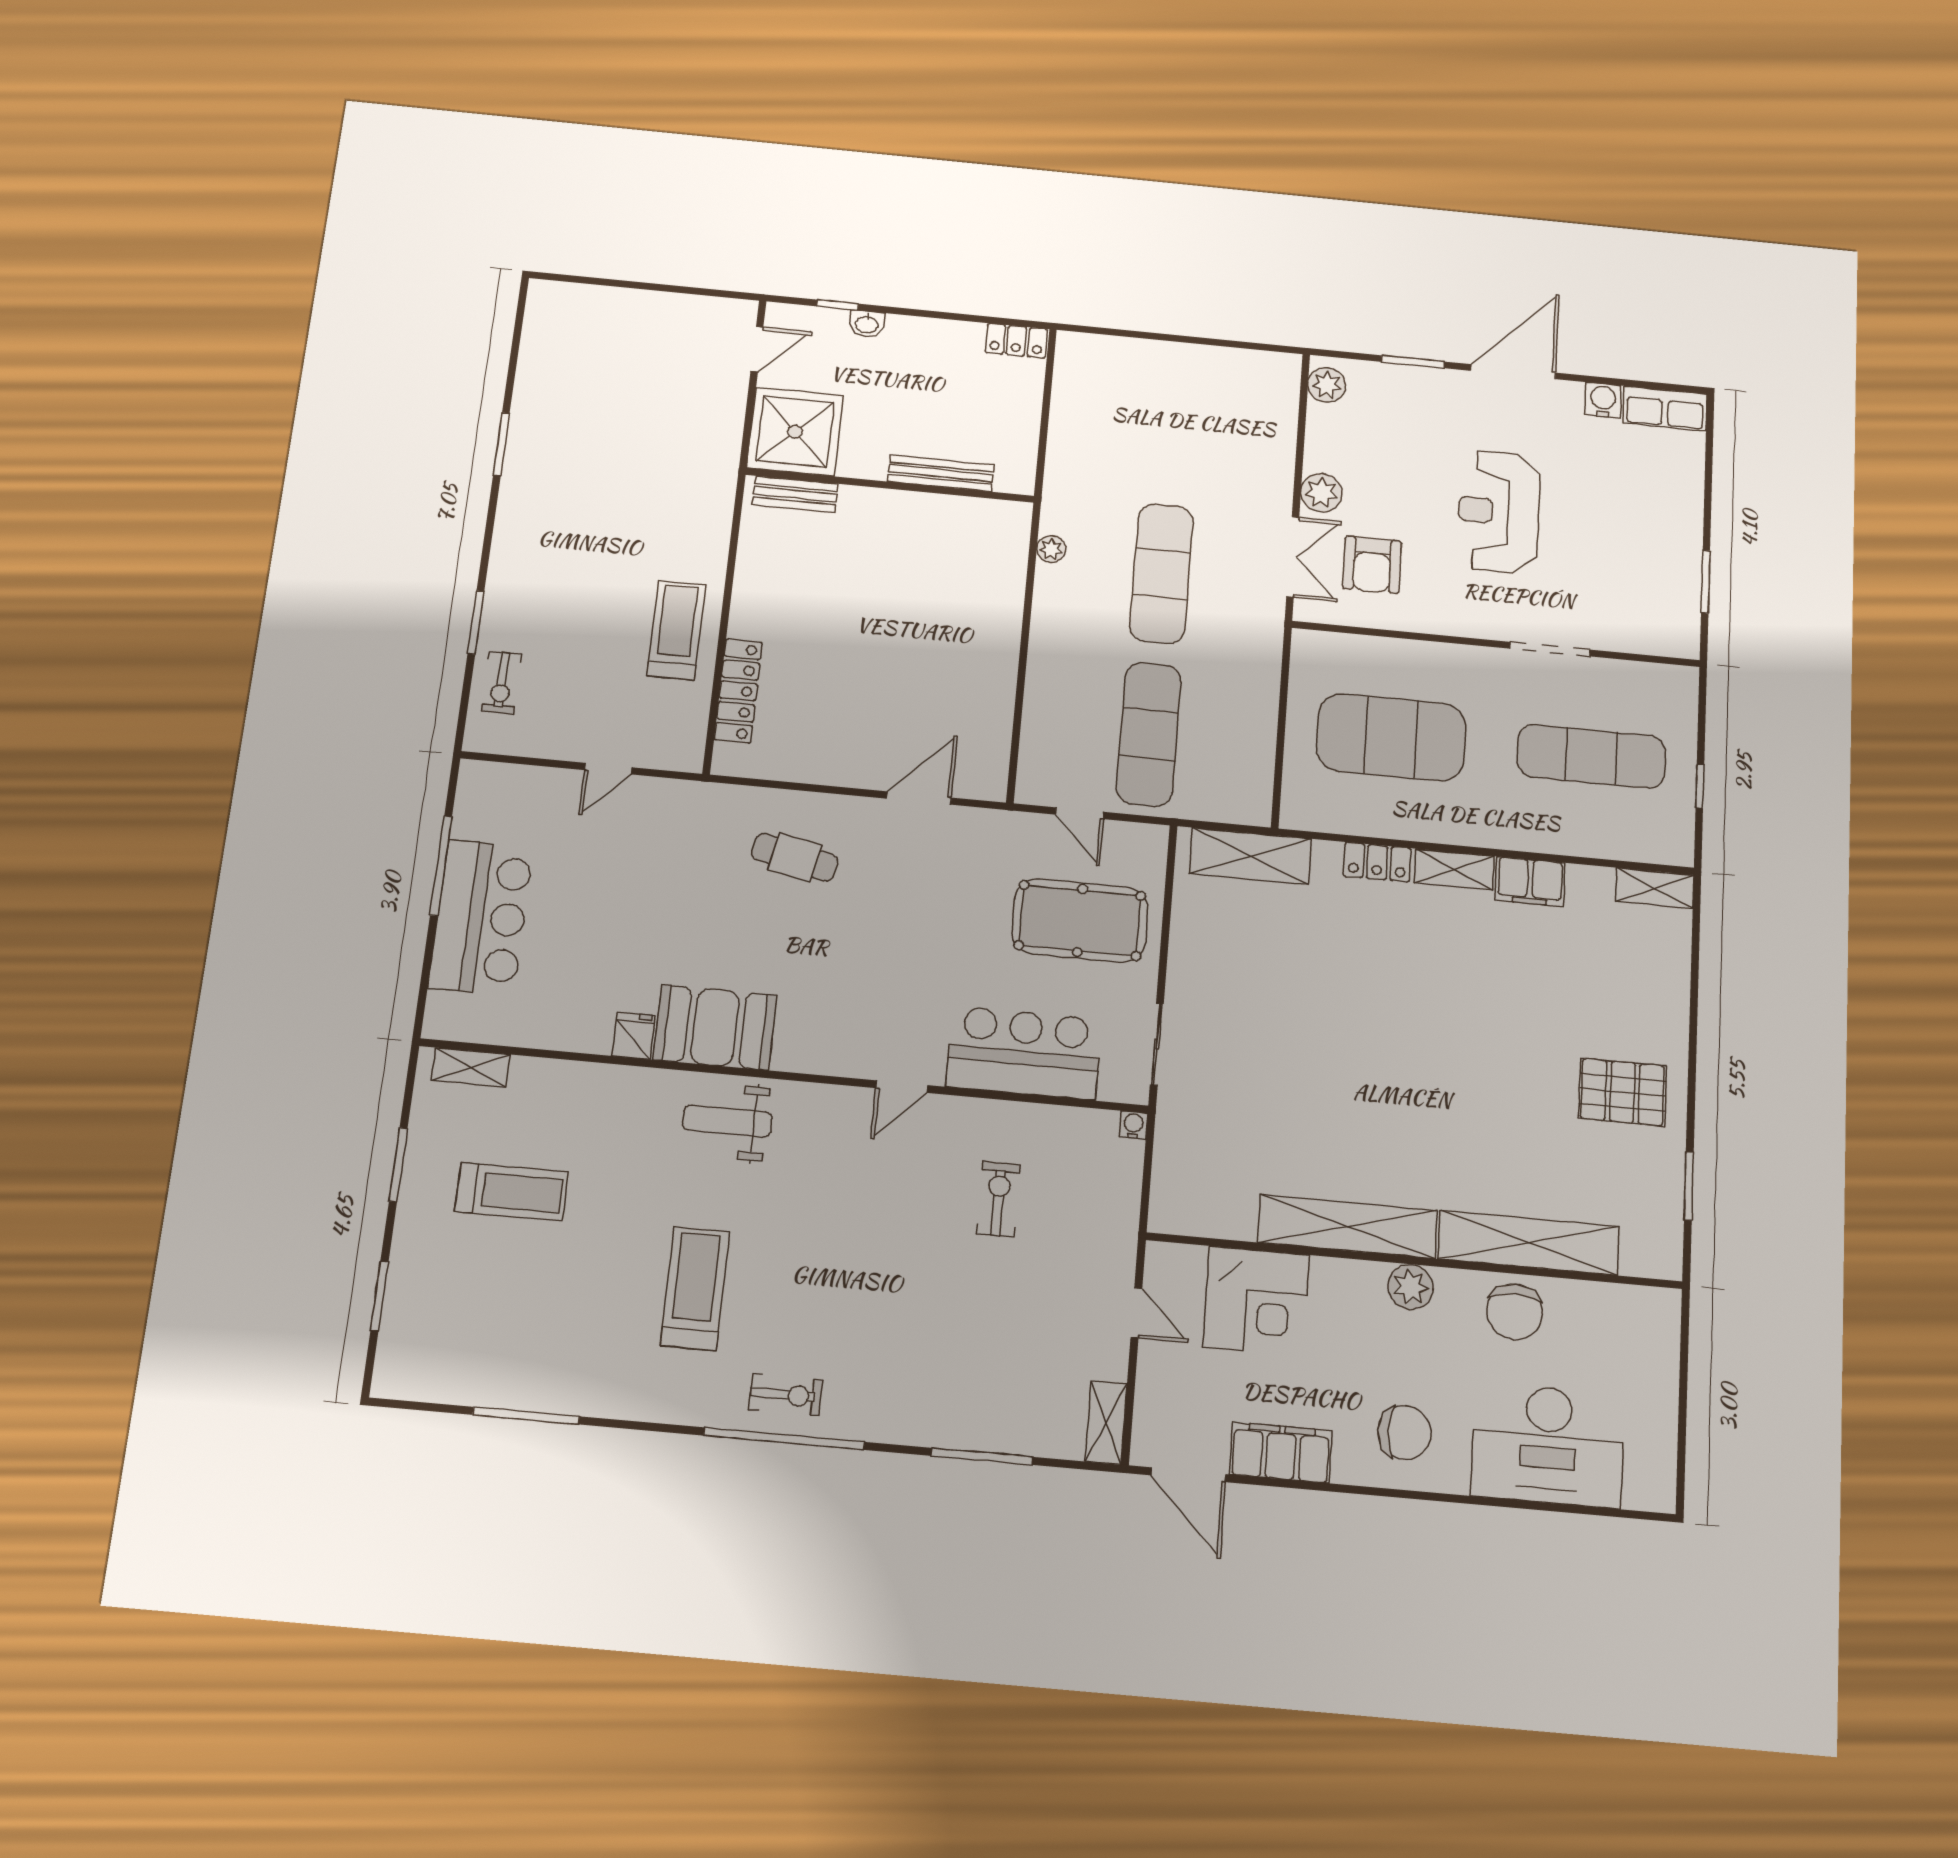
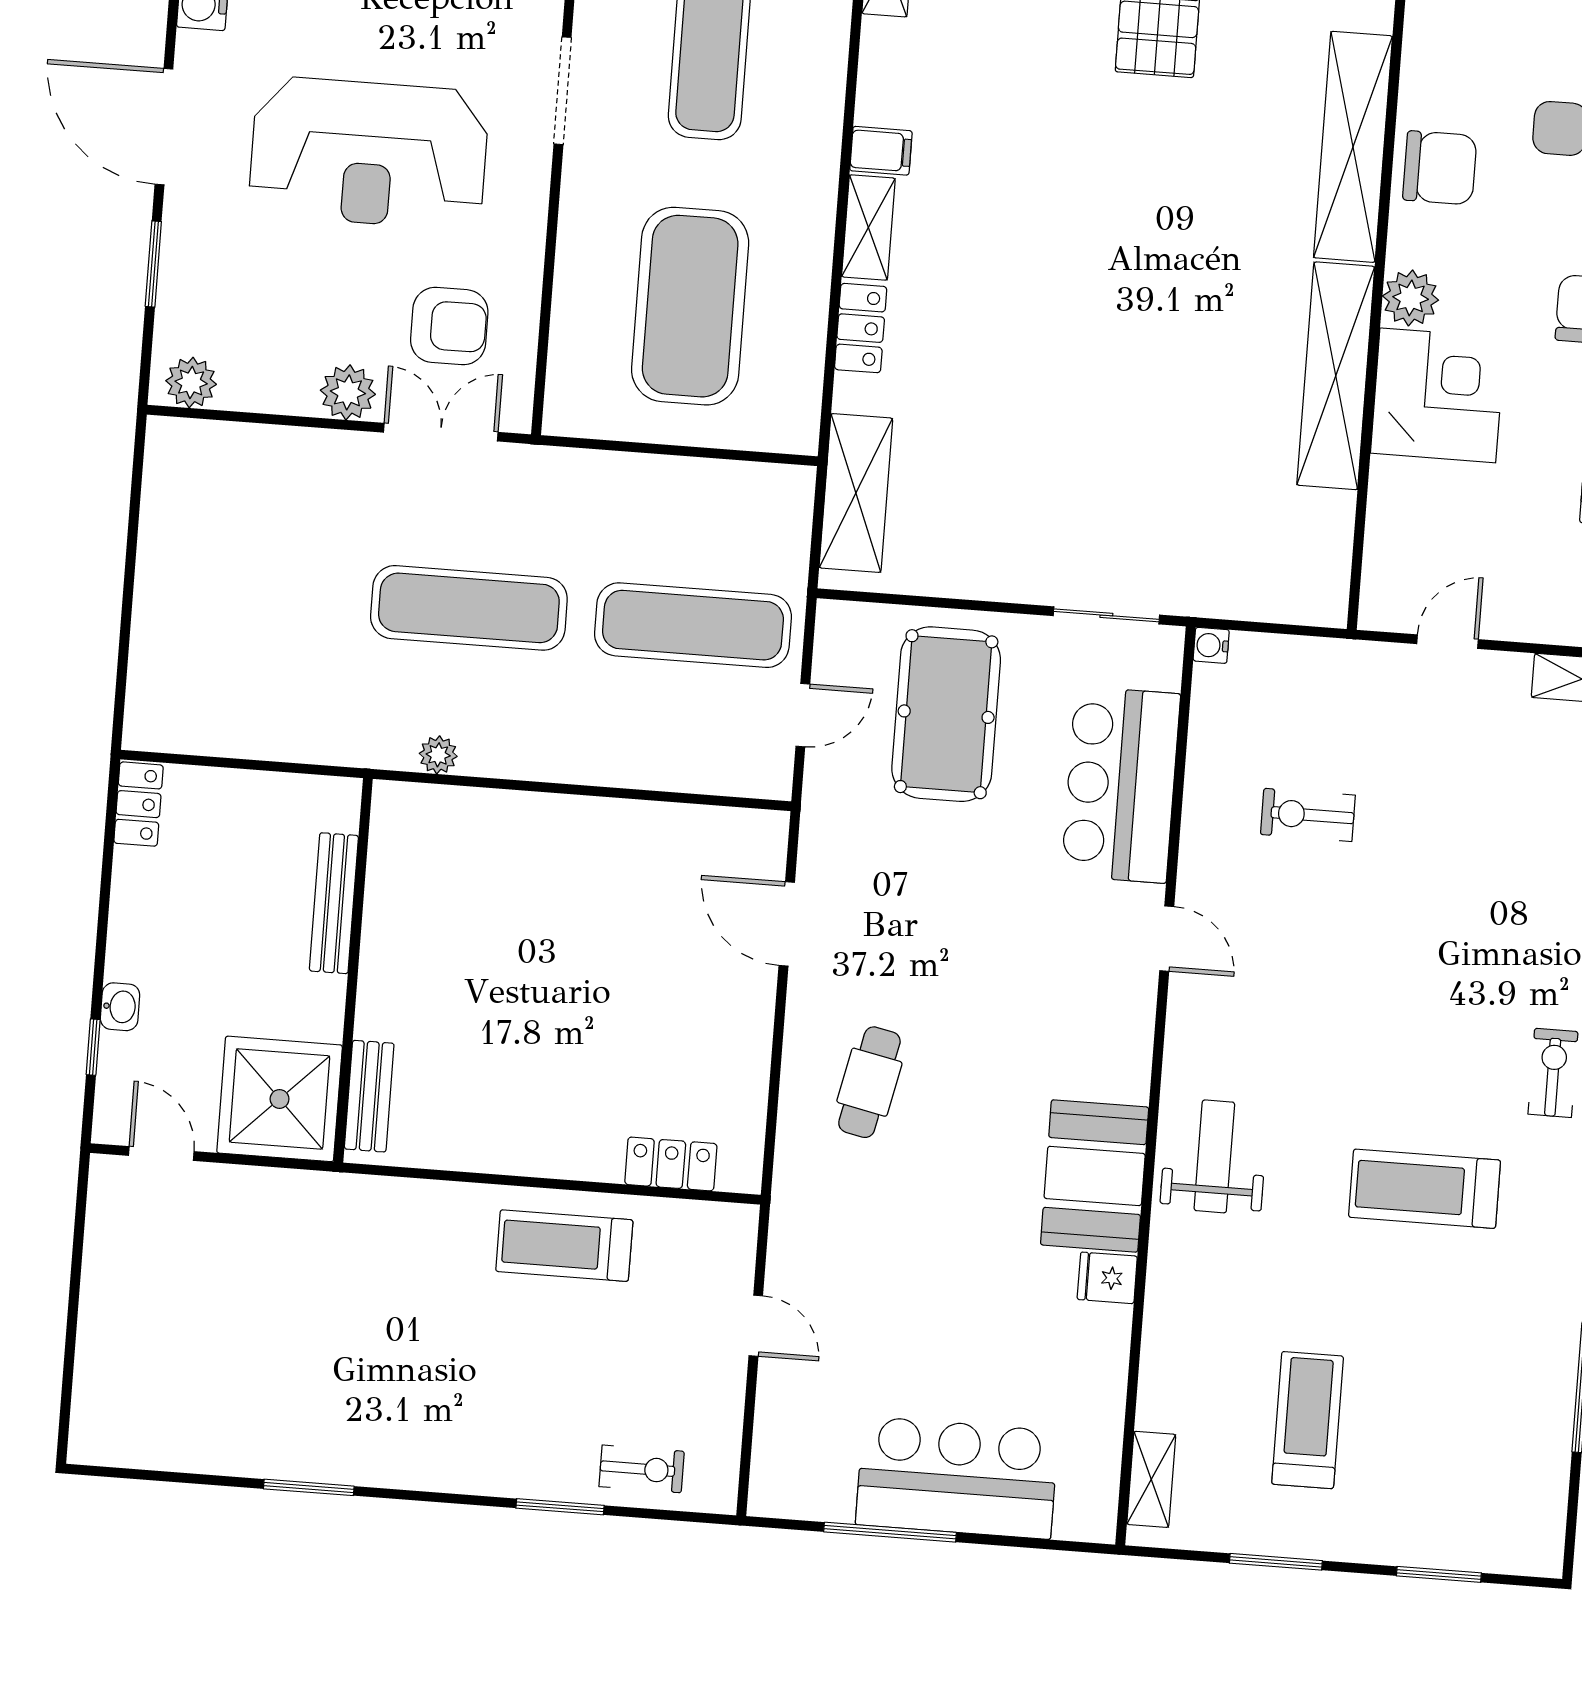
reception desk: (1499, 512) -> (369, 153), width x1.36, depth x1.30
locker: (738, 691) -> (671, 1164), width x0.66
filing cabinet: (1530, 882) -> (881, 151), width x0.50
weight bench: (727, 1121) -> (1214, 1156), turned 180
corner desk: (1256, 1301) -> (1438, 395), moved

